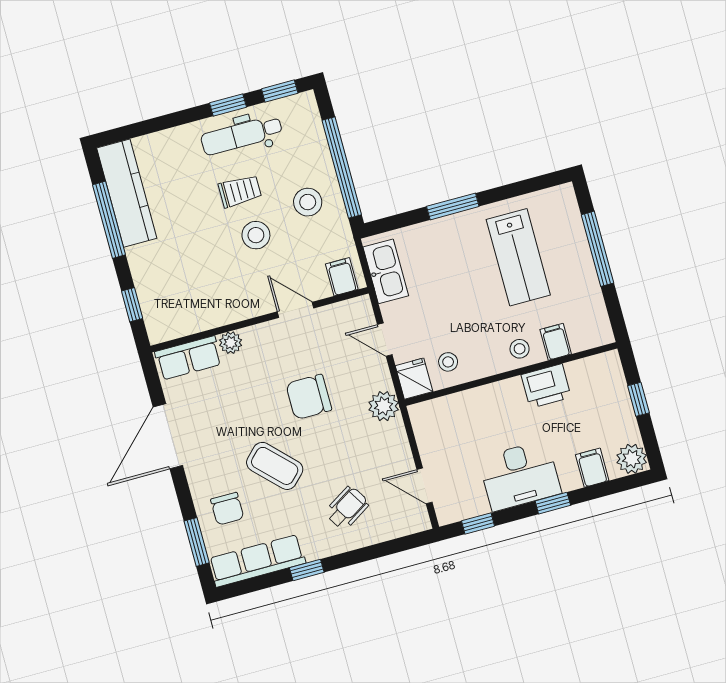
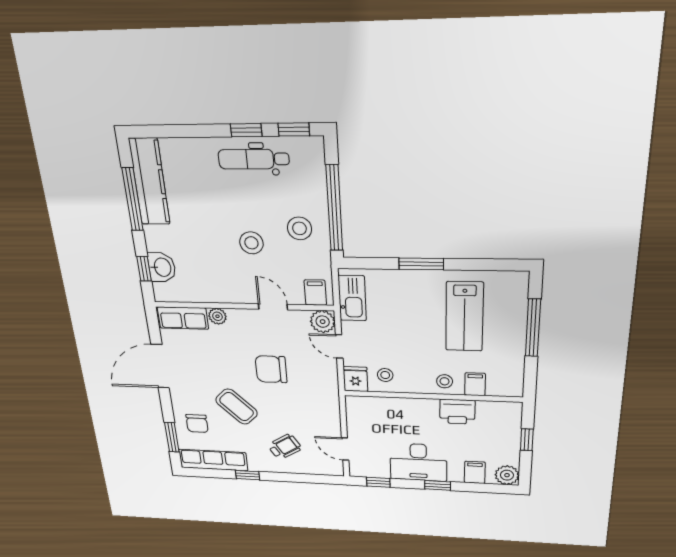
trolley: (240, 191) -> (244, 205), removed
washbasin: (154, 297) -> (162, 267), added
plant: (384, 406) -> (323, 322), moved

